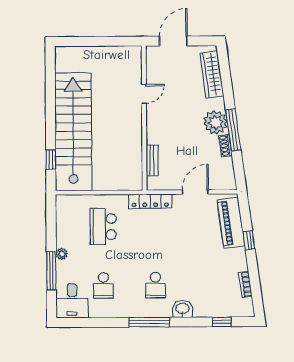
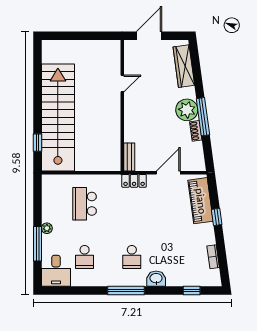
bench: (152, 160) -> (129, 157), moved
locker: (150, 201) -> (134, 181), width x0.66

